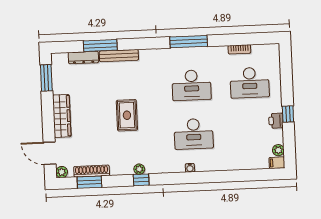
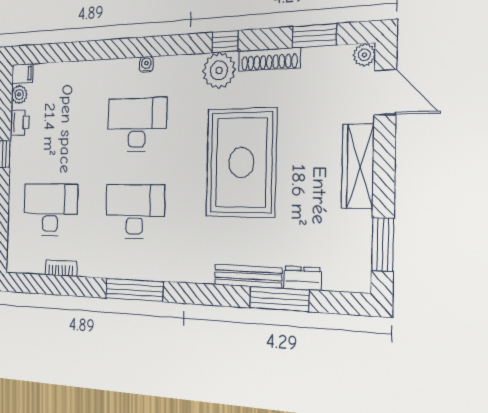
dresser: (83, 58) -> (302, 278), width x0.70
rug: (127, 115) -> (241, 162), width x1.86, depth x2.06
printer: (276, 121) -> (20, 122), moved
plant: (139, 169) -> (219, 70), width x1.87, depth x1.87
shoe rack: (92, 171) -> (269, 59), moved

